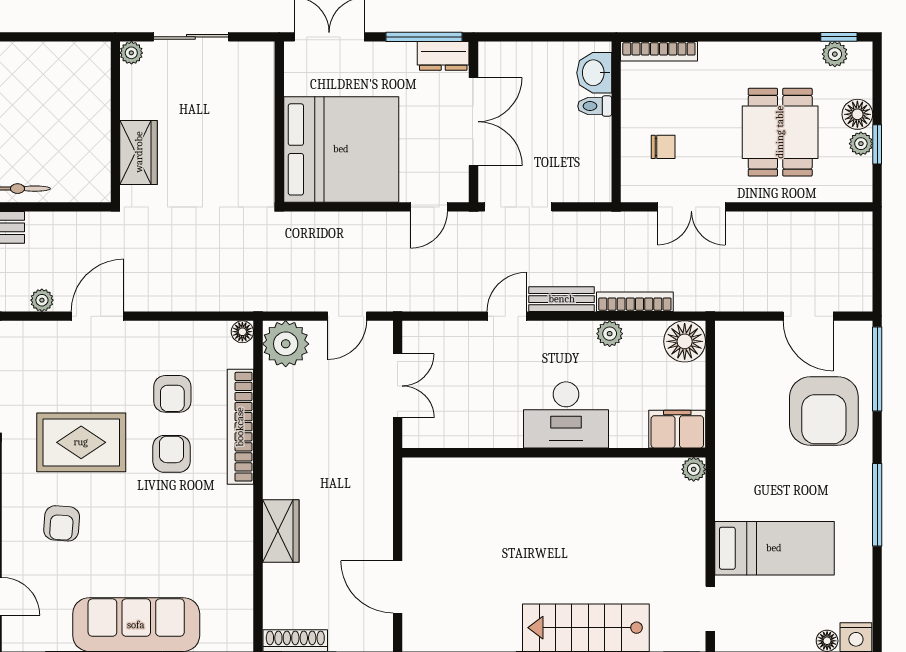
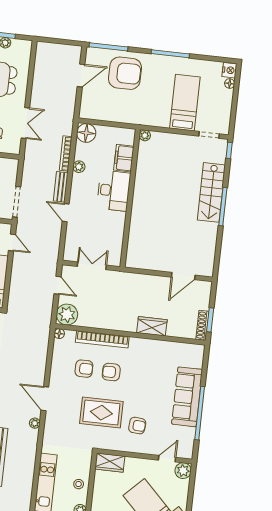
filing cabinet: (677, 429) -> (124, 158), moved
rug: (81, 442) -> (101, 413), turned 90

